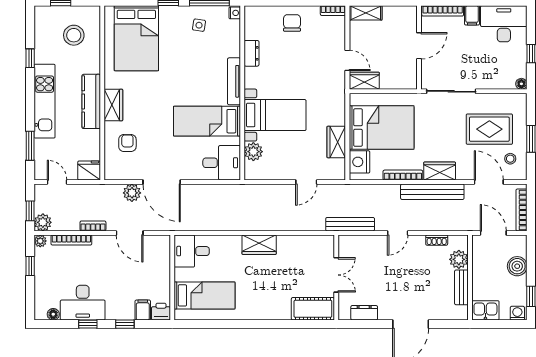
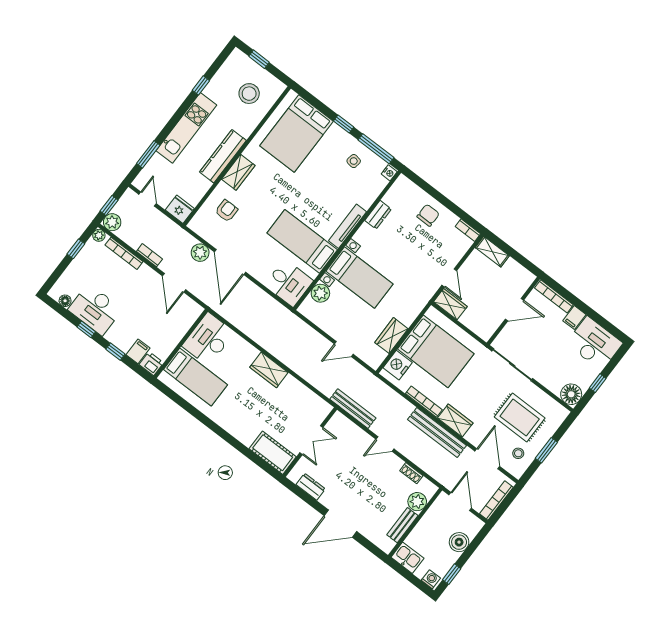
floor lamp: (521, 84) -> (571, 394), width x1.89, depth x1.89
desk: (192, 251) -> (208, 339), width x1.37

